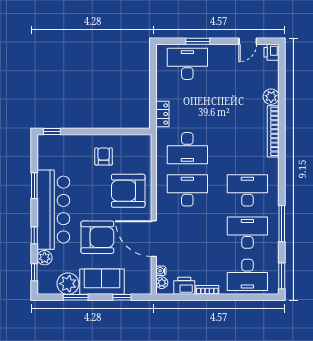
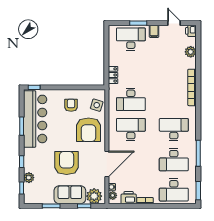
door: (248, 41) -> (174, 23), swing flipped
filing cabinet: (220, 53) -> (154, 31), added
plant: (271, 97) -> (191, 52), moved
side table: (140, 156) -> (97, 105), added
armchair: (128, 191) -> (89, 130), turned -90
bar counter: (53, 210) -> (35, 119), moved
desk: (247, 233) -> (174, 160), turned 180
armchair: (97, 237) -> (67, 163), turned -90
door: (154, 239) -> (107, 164), swing flipped
plant: (68, 284) -> (94, 196), moved

